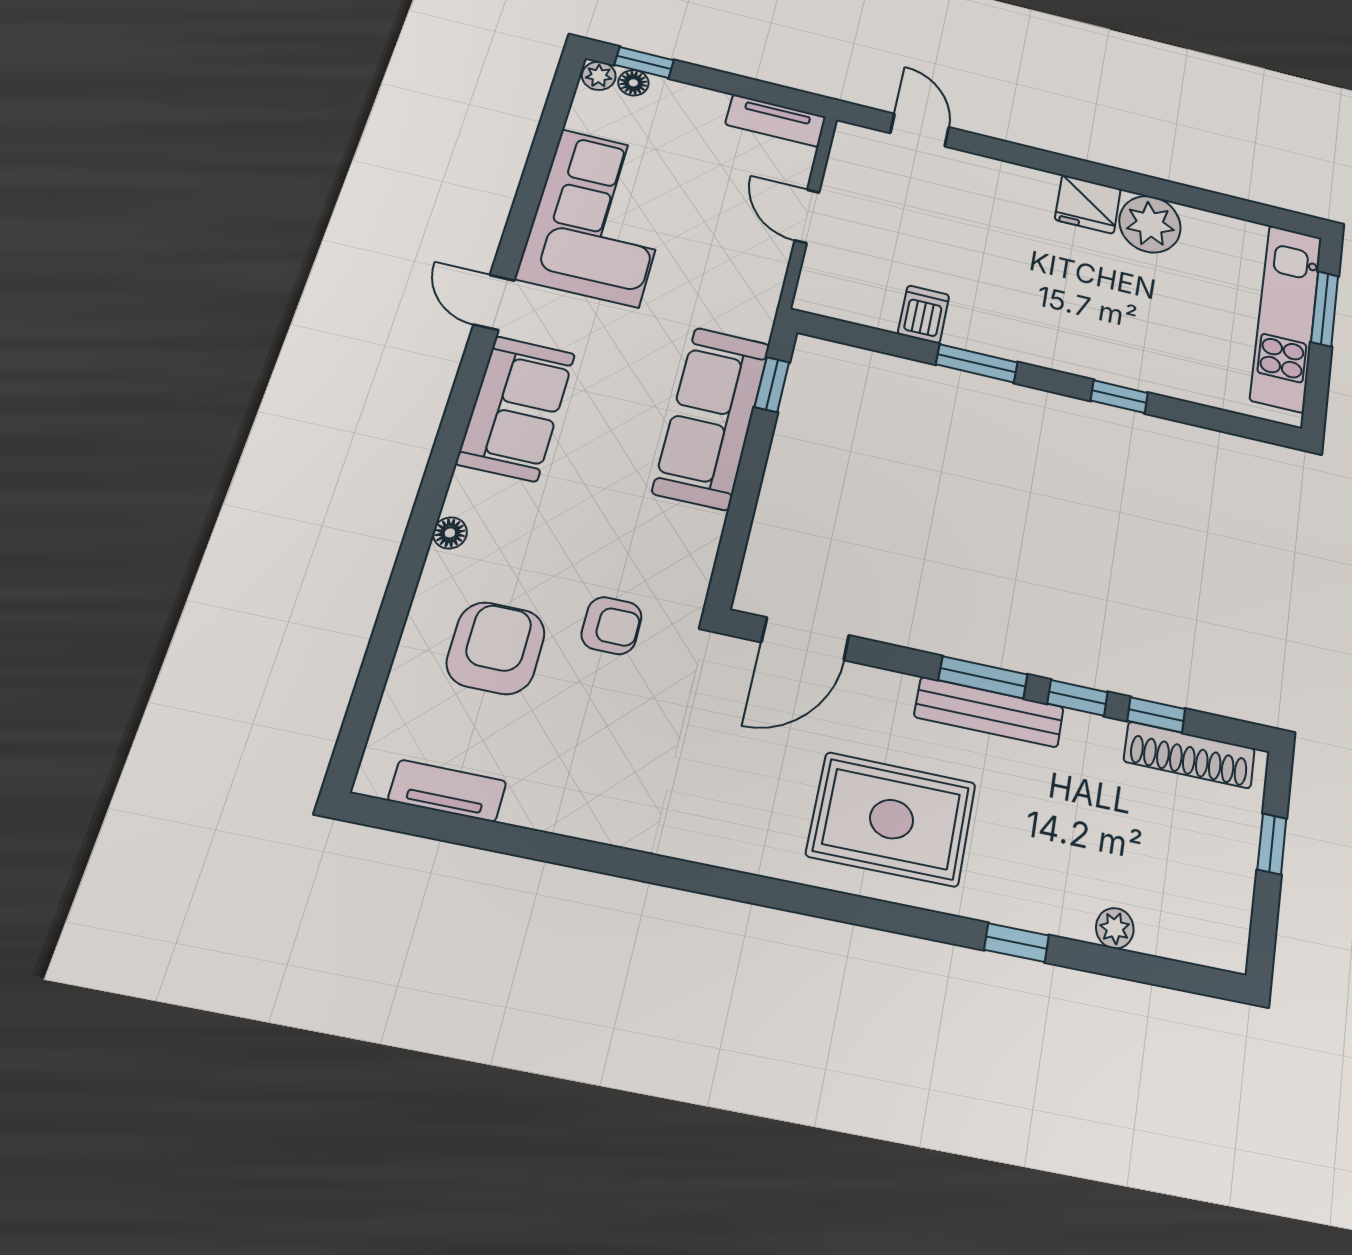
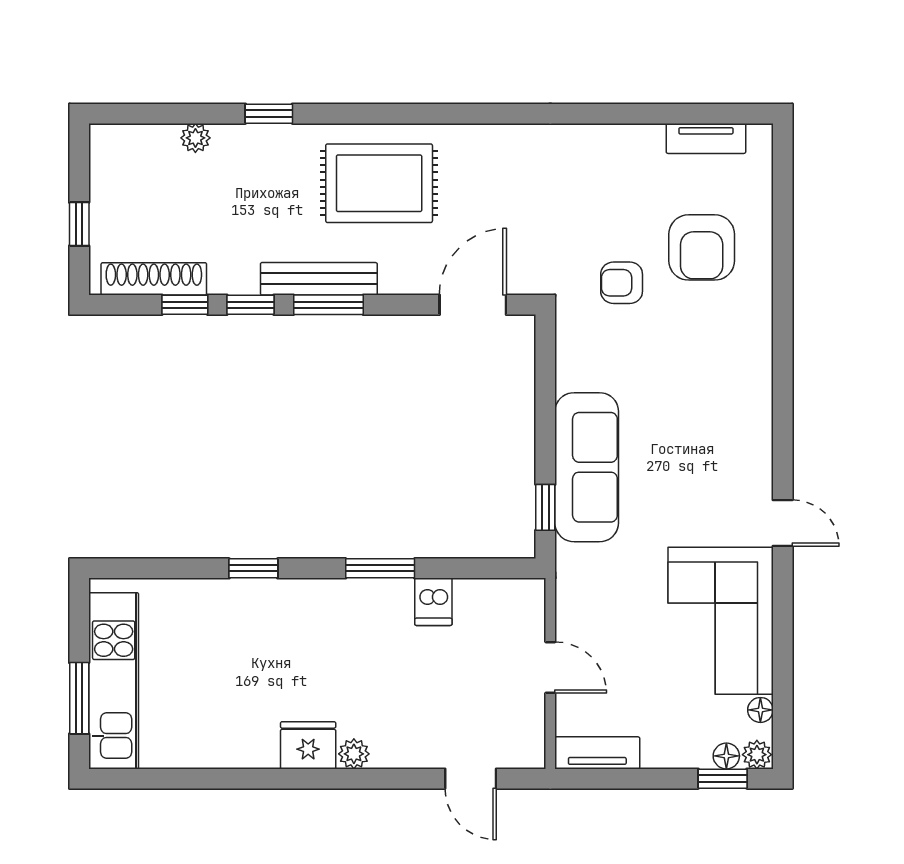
plant: (1150, 224) -> (354, 754), moved, width x0.53, depth x0.53
sofa: (516, 408) -> (740, 438), removed
floor lamp: (450, 533) -> (760, 710), moved

